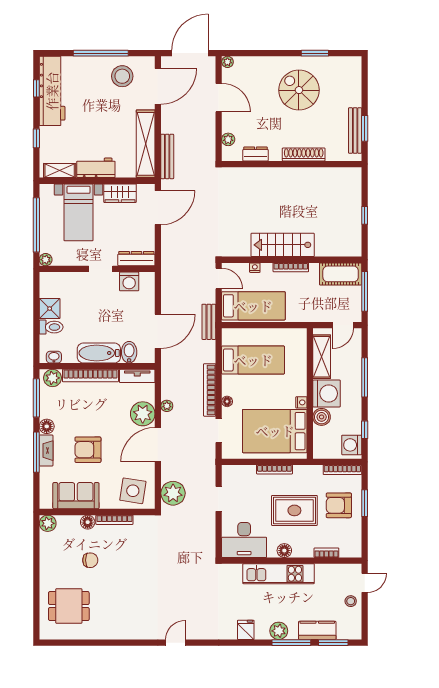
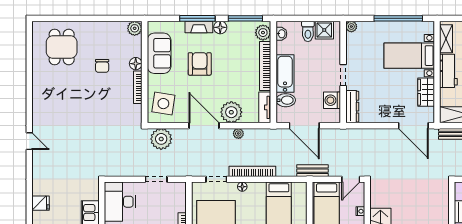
dresser: (136, 259) -> (352, 107), moved
plant: (46, 260) -> (351, 27), moved
wall: (97, 269) -> (343, 72), moved
doorway: (101, 269) -> (343, 75), moved
washing machine: (129, 281) -> (332, 100), moved

